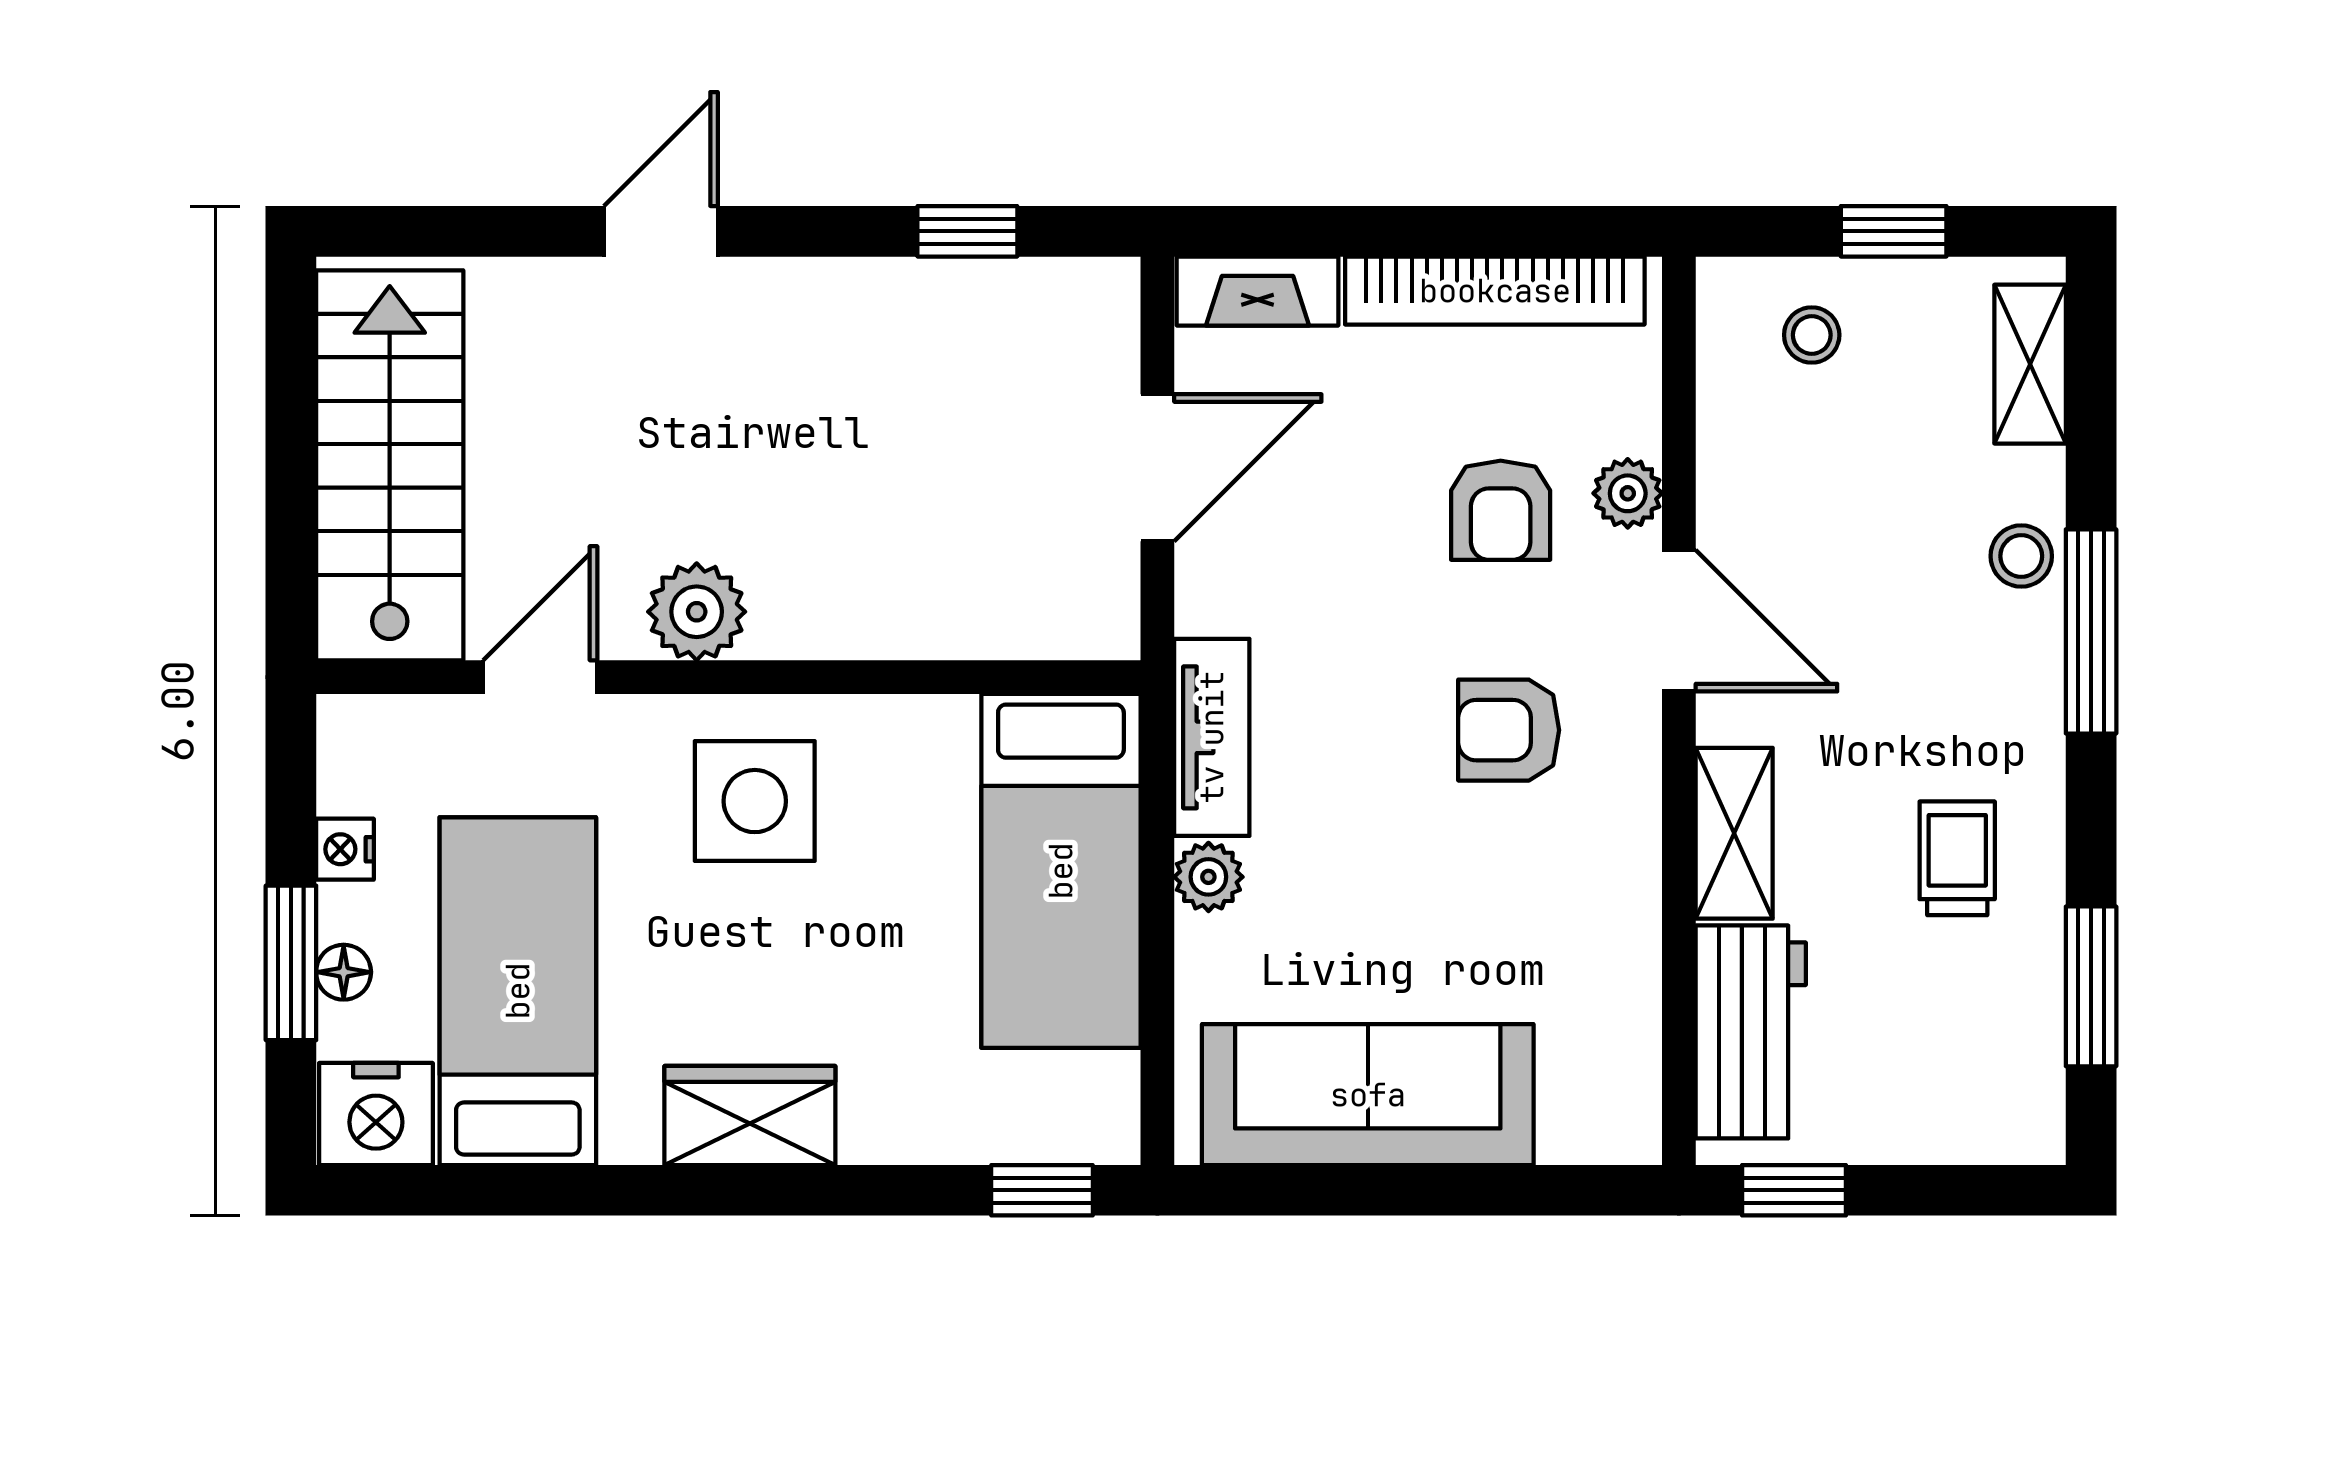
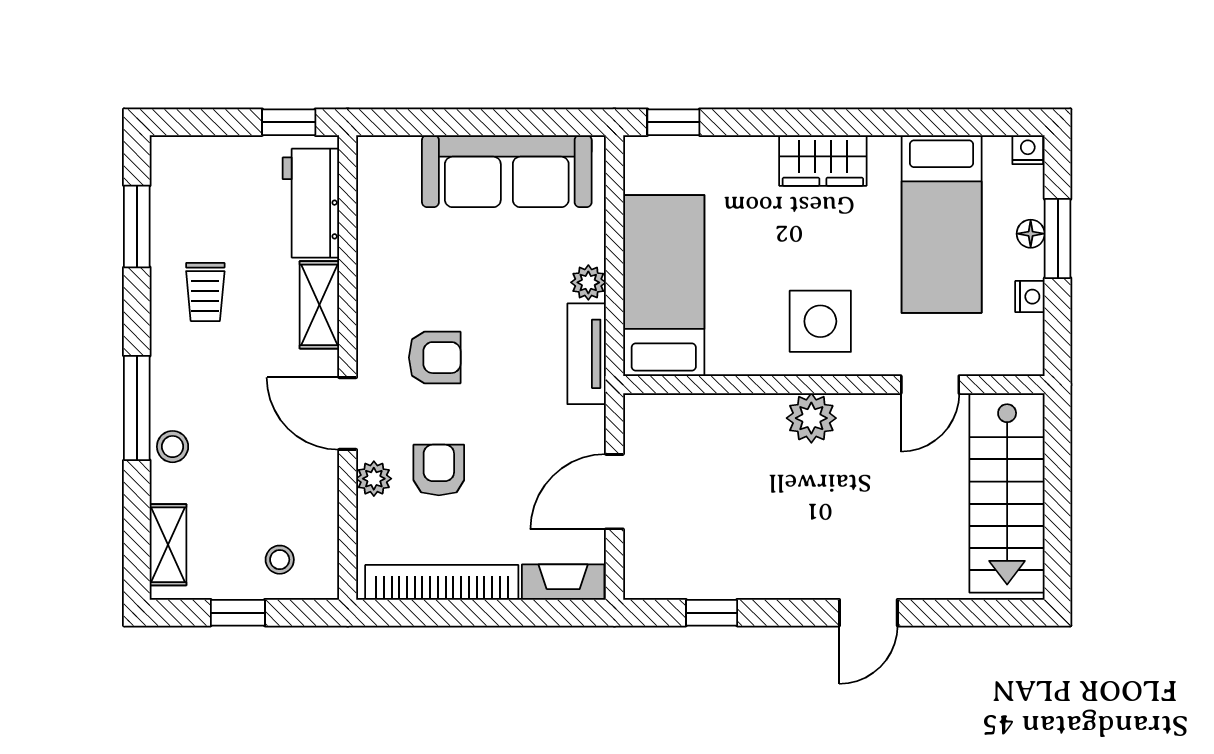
plant: (697, 612) -> (811, 418), moved
nightstand: (376, 1114) -> (1028, 150), width x0.53, depth x0.56

